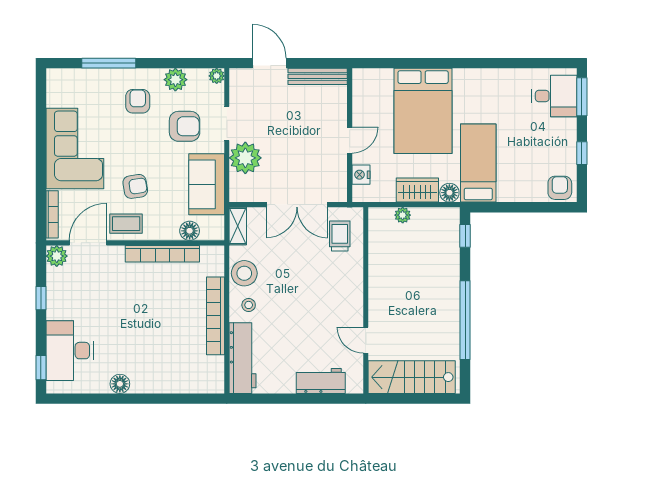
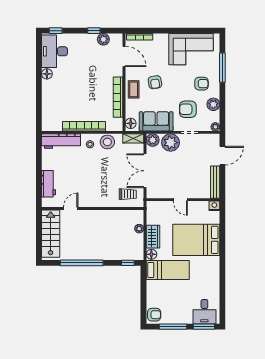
armchair: (185, 126) -> (188, 109), turned 90
corner sofa: (75, 149) -> (191, 49), moved
window: (582, 153) -> (173, 327), width x2.17
nightstand: (361, 175) -> (214, 206), moved
plant: (241, 191) -> (153, 140), added
coffee table: (126, 224) -> (134, 89), moved
floor lamp: (190, 231) -> (131, 123), moved
plant: (57, 256) -> (103, 39), moved
desk: (70, 351) -> (54, 51), moved, turned -90

